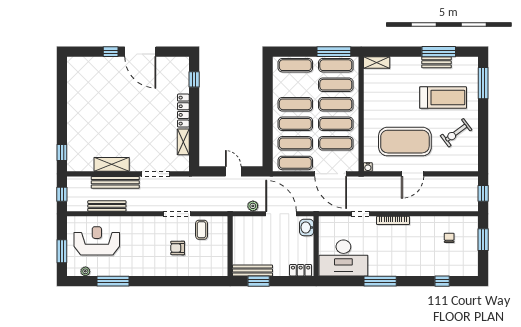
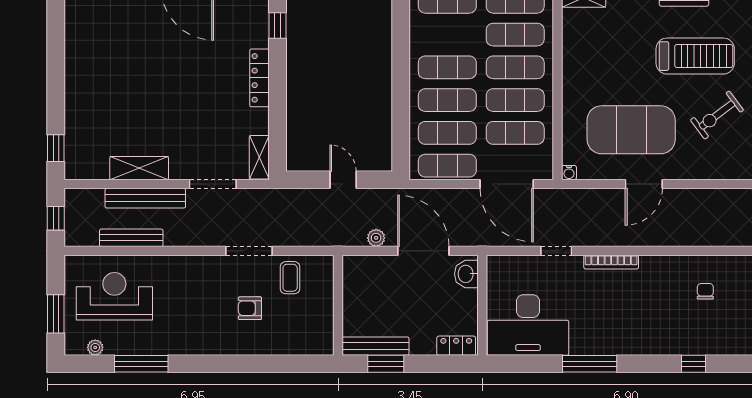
shelving: (183, 142) -> (259, 157), moved

